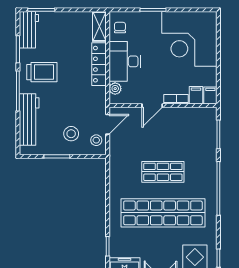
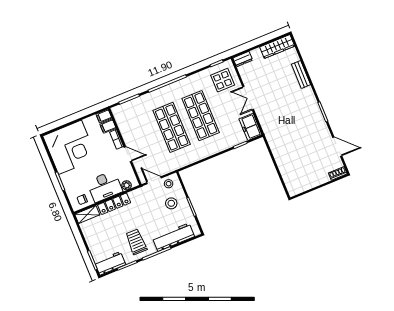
shop shelf: (163, 172) -> (172, 127), width x1.43, depth x1.36
shop shelf: (163, 213) -> (201, 116), width x0.71

